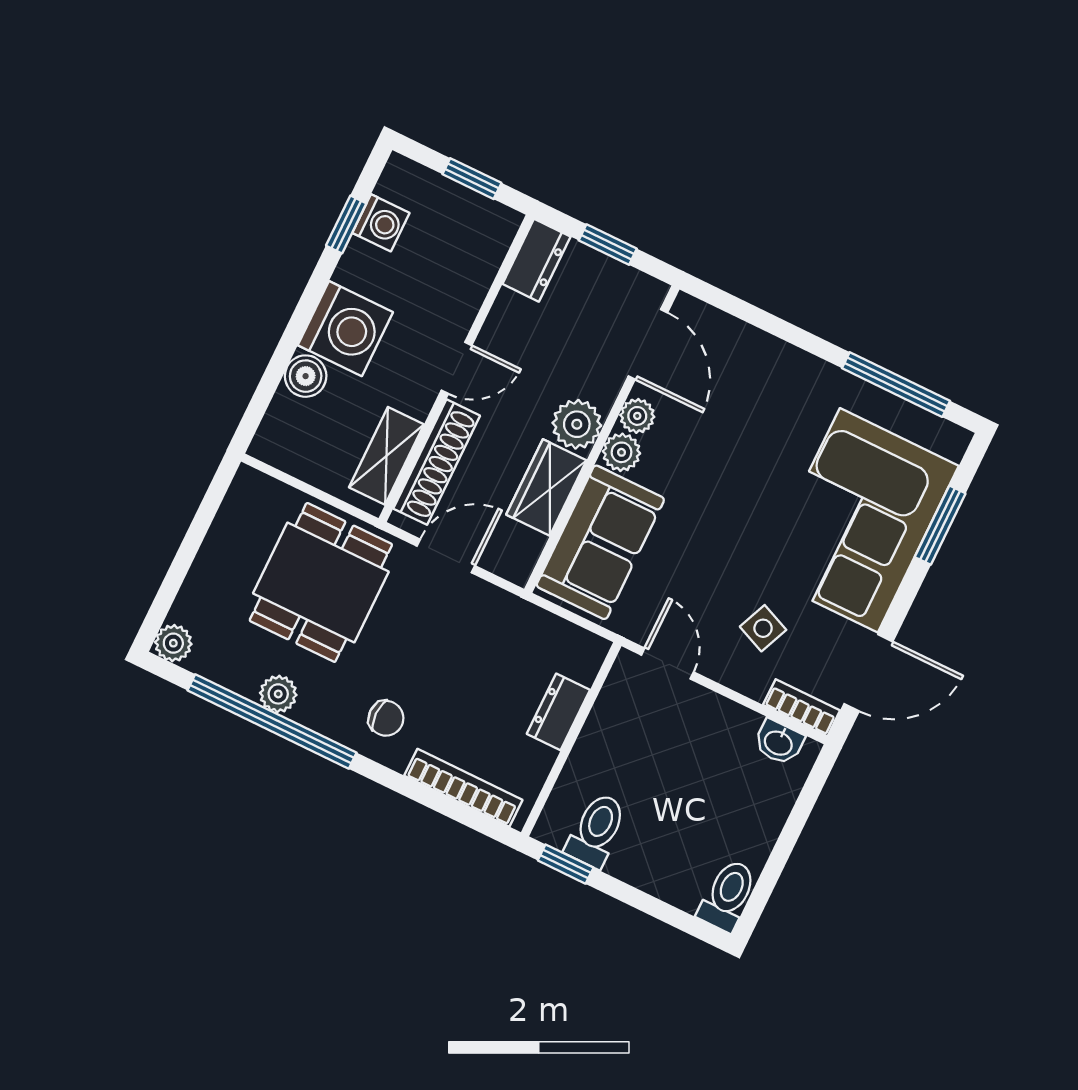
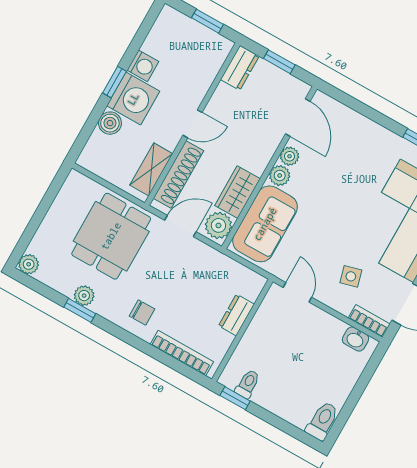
washing machine: (381, 223) -> (143, 66), moved
window: (346, 225) -> (114, 82), moved
plant: (577, 424) -> (218, 225), moved
side table: (763, 628) -> (351, 276), turned -38
window: (272, 721) -> (80, 310), width x0.32
toilet: (596, 830) -> (248, 384), width x0.73, depth x0.72

